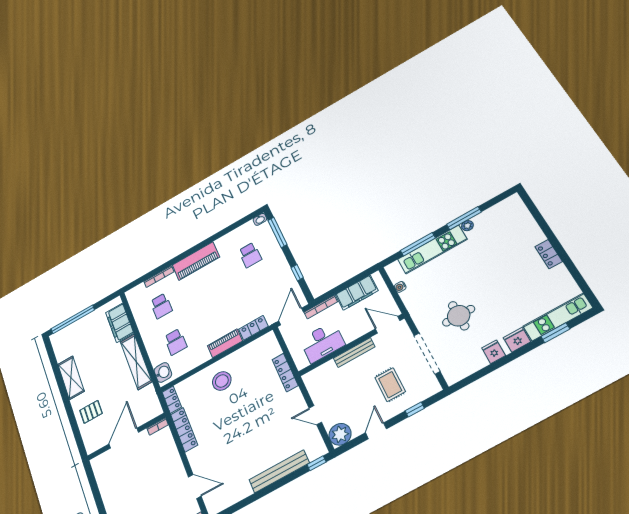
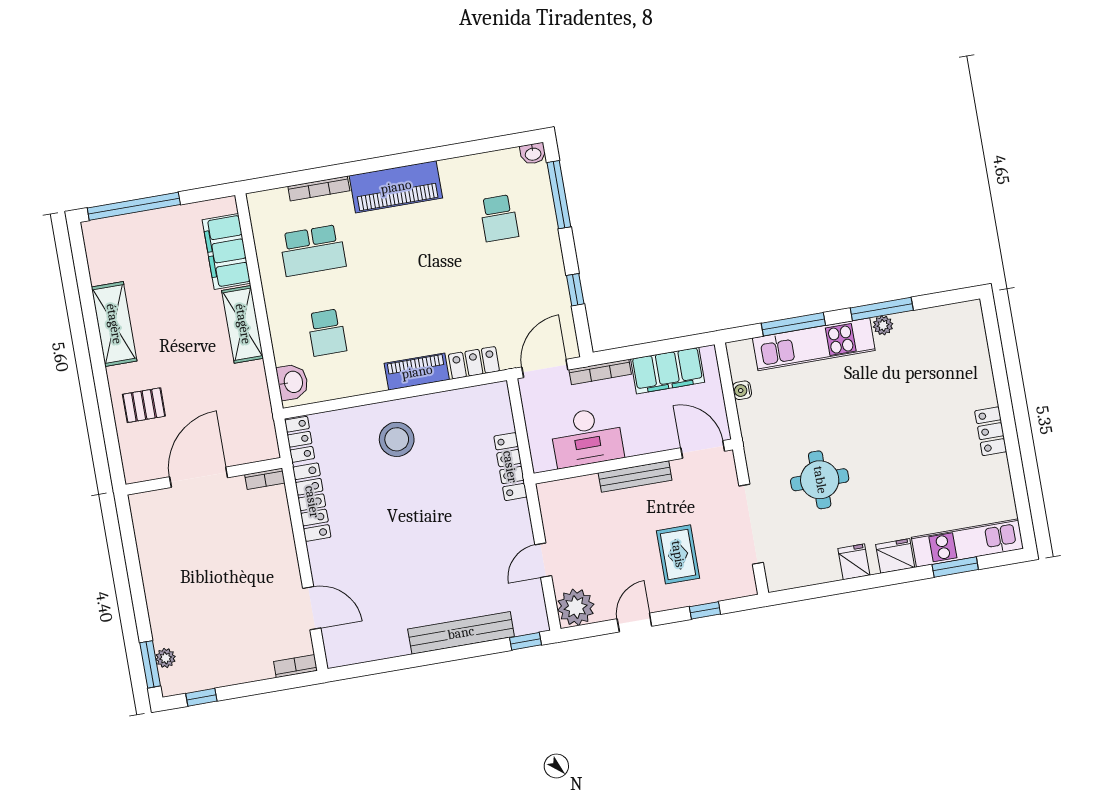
school desk: (161, 306) -> (313, 250), width x1.85
shelving: (136, 362) -> (243, 324), width x0.68
door: (315, 415) -> (543, 560), hinge flipped

